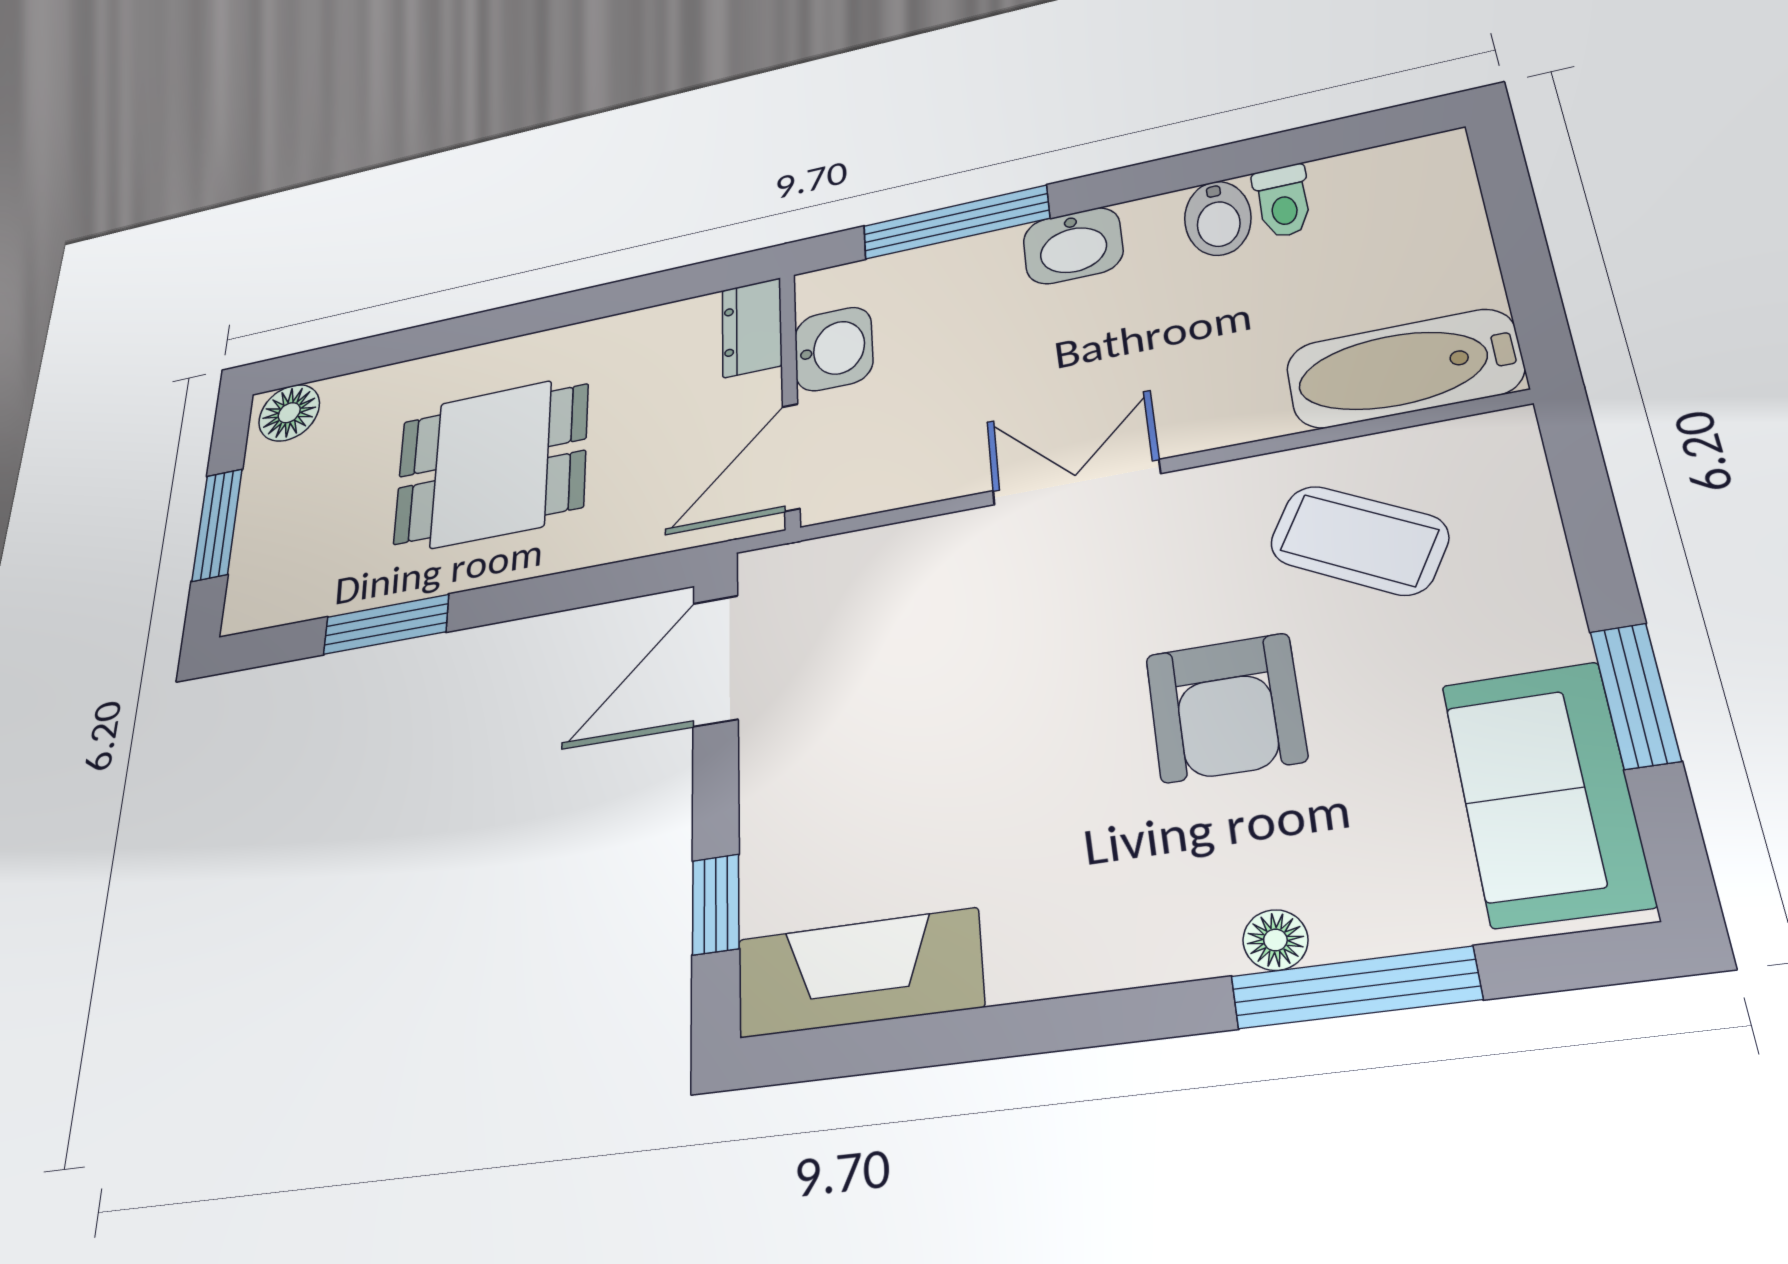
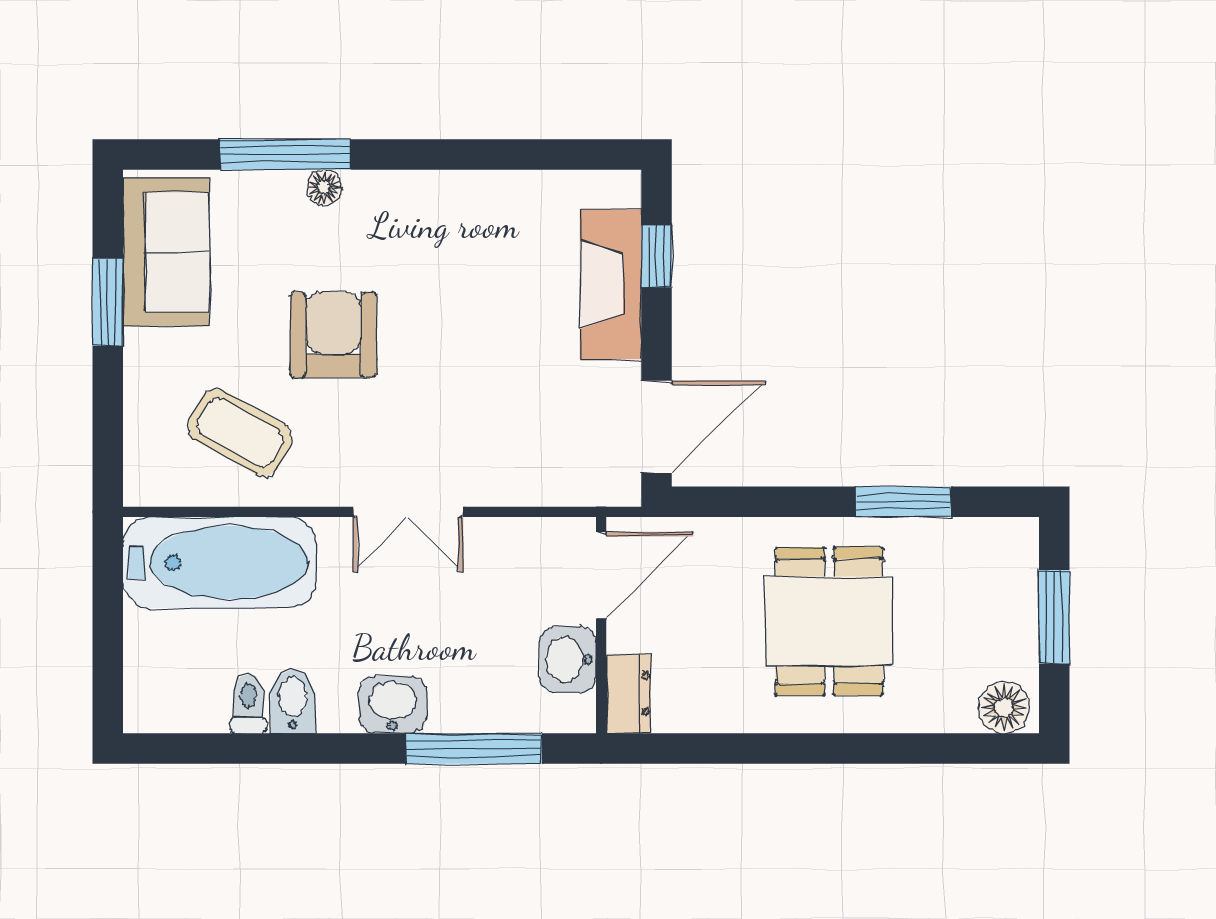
bathtub: (1404, 369) -> (220, 562), width x1.36, depth x1.36
dining table: (491, 464) -> (829, 621), turned 90
fireplace: (859, 973) -> (611, 284), moved, turned 90

